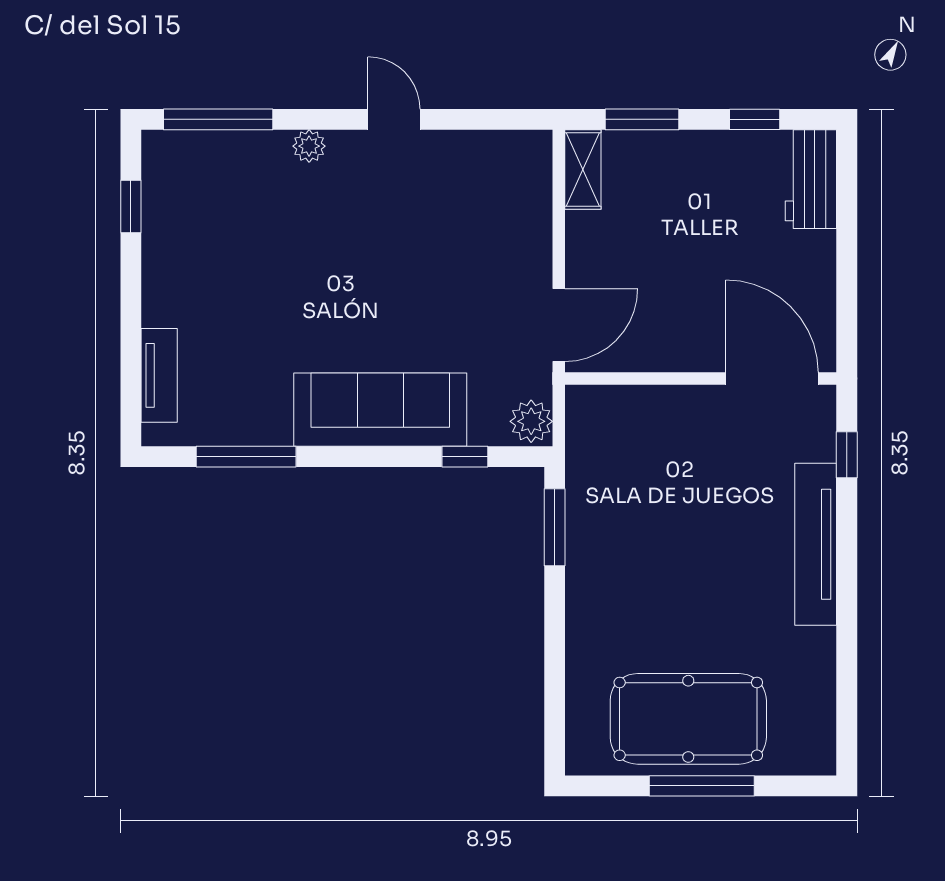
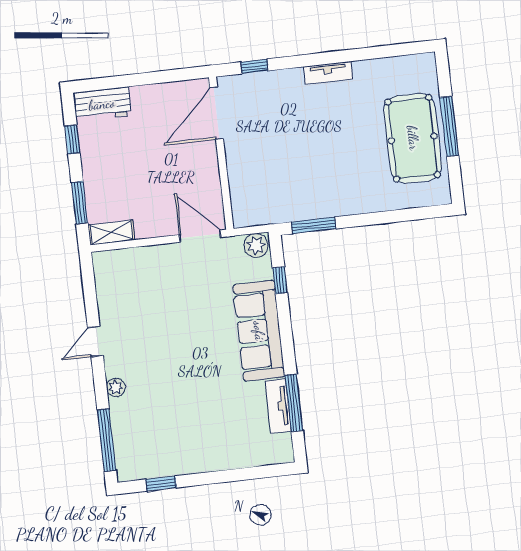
tv unit: (159, 375) -> (278, 406), moved, turned -90
tv unit: (816, 544) -> (328, 73), width x0.52, depth x0.78

